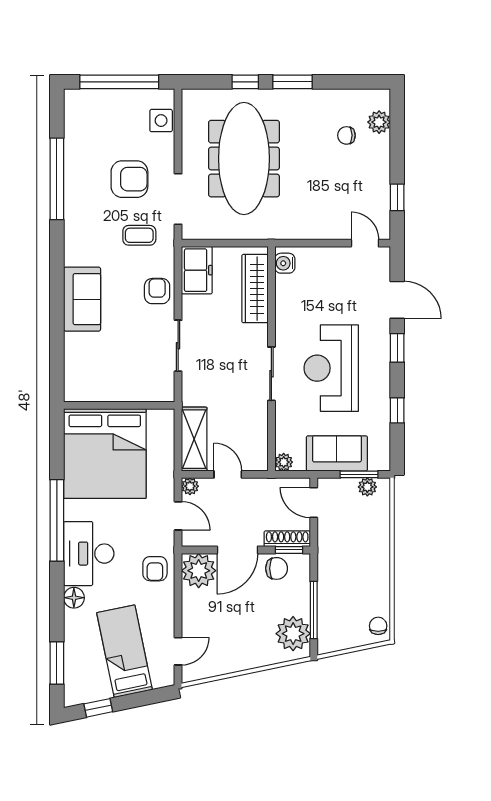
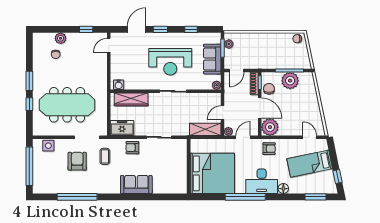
plant: (379, 122) -> (61, 38), moved
plant: (293, 634) -> (290, 81), moved

